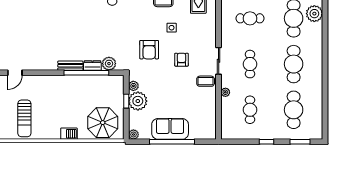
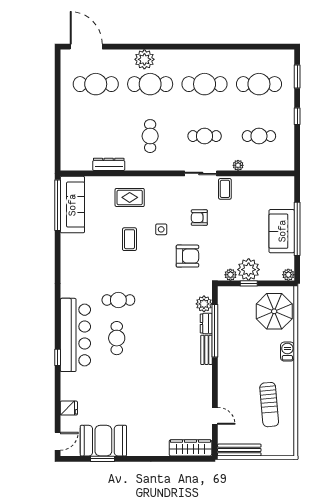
sun lounger: (24, 118) -> (269, 405), turned 85

